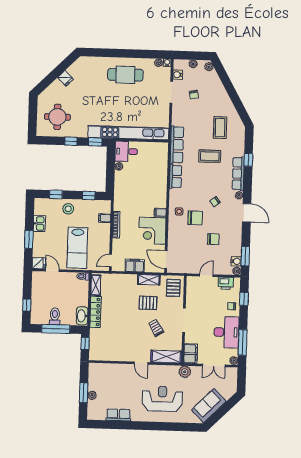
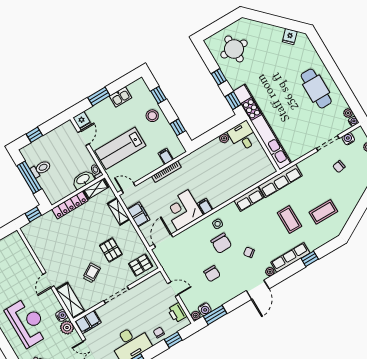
fridge: (66, 78) -> (290, 37), moved
shelving: (149, 280) -> (119, 211), moved
washbasin: (82, 316) -> (83, 179), moved
water cooler: (173, 370) -> (62, 315), added

